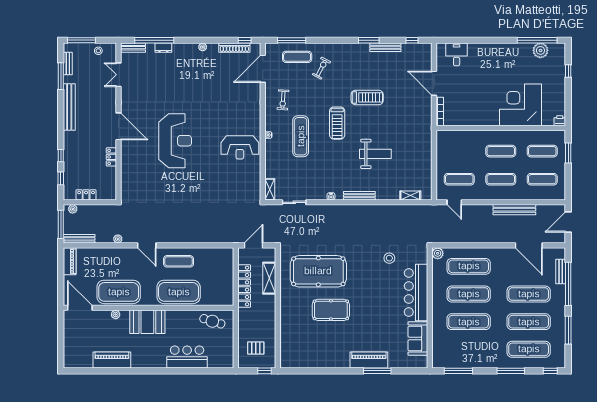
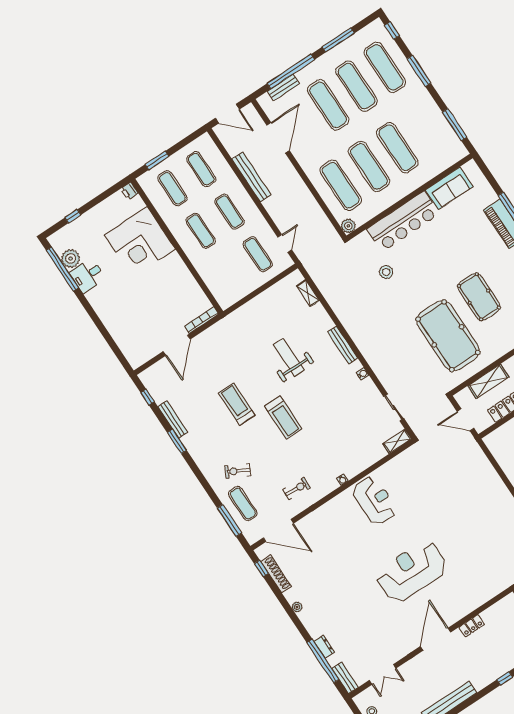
desk: (457, 54) -> (88, 275), moved
treadmill: (337, 123) -> (283, 417), turned 90
exercise mat: (301, 136) -> (322, 446), removed

